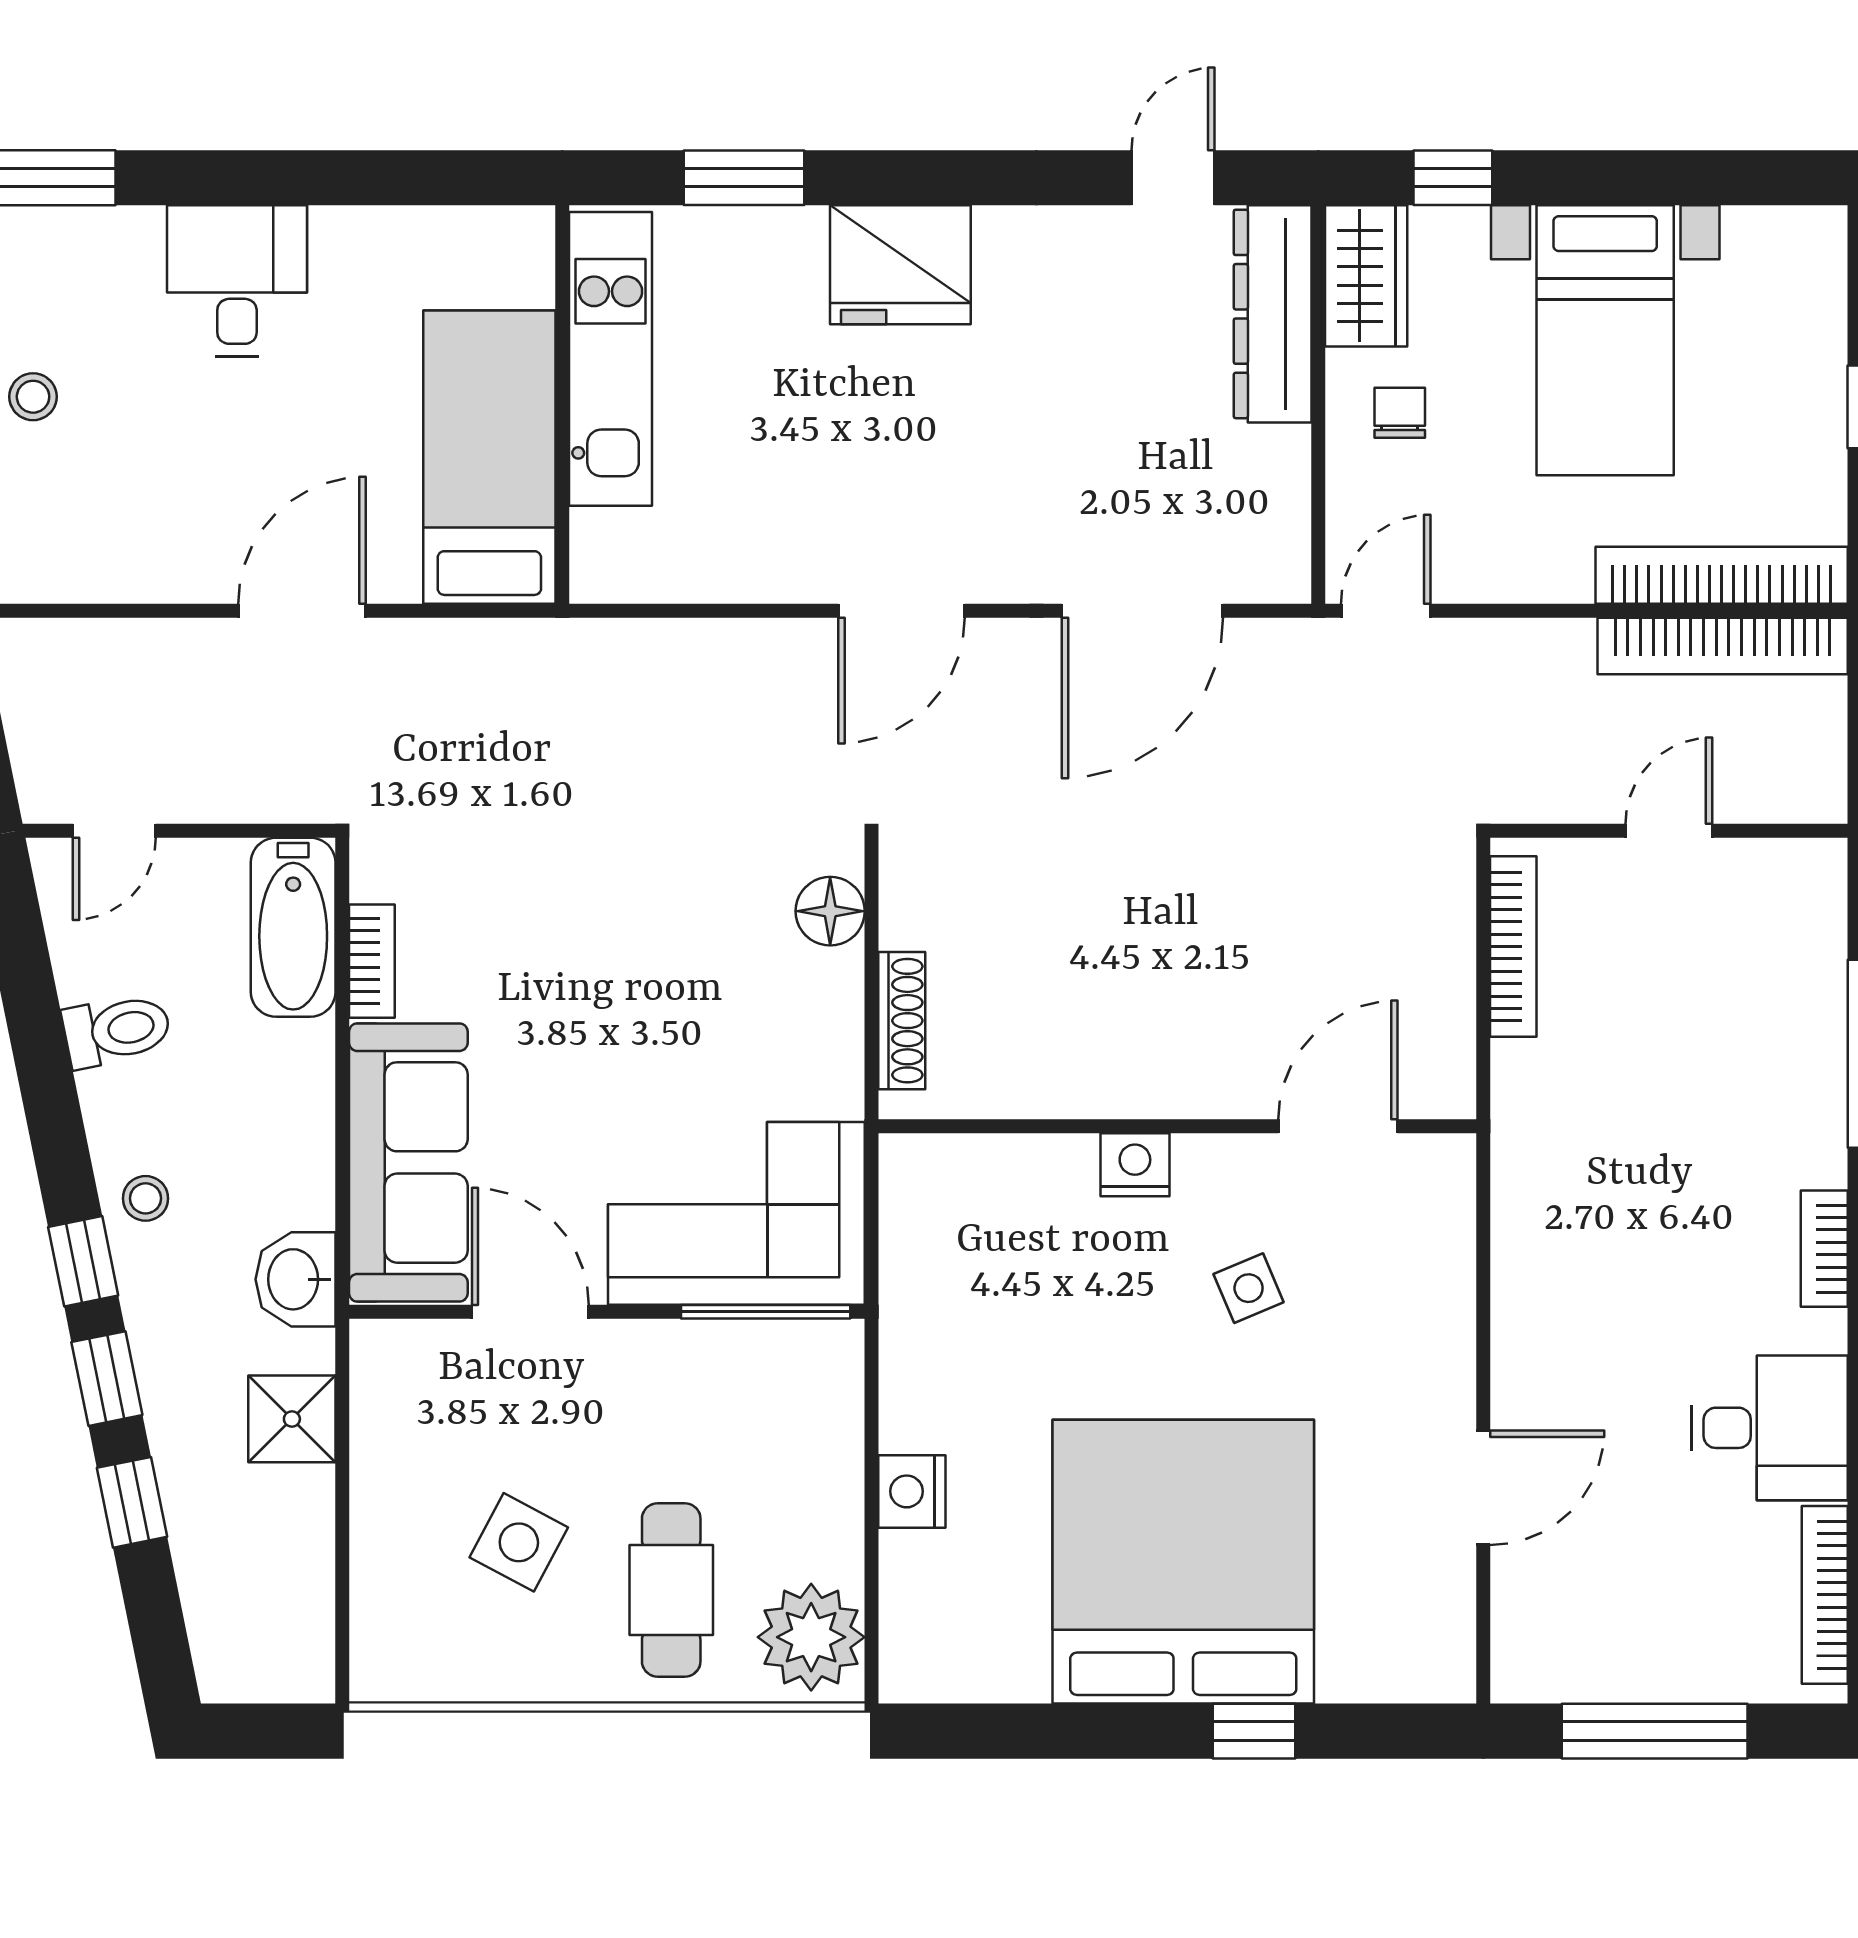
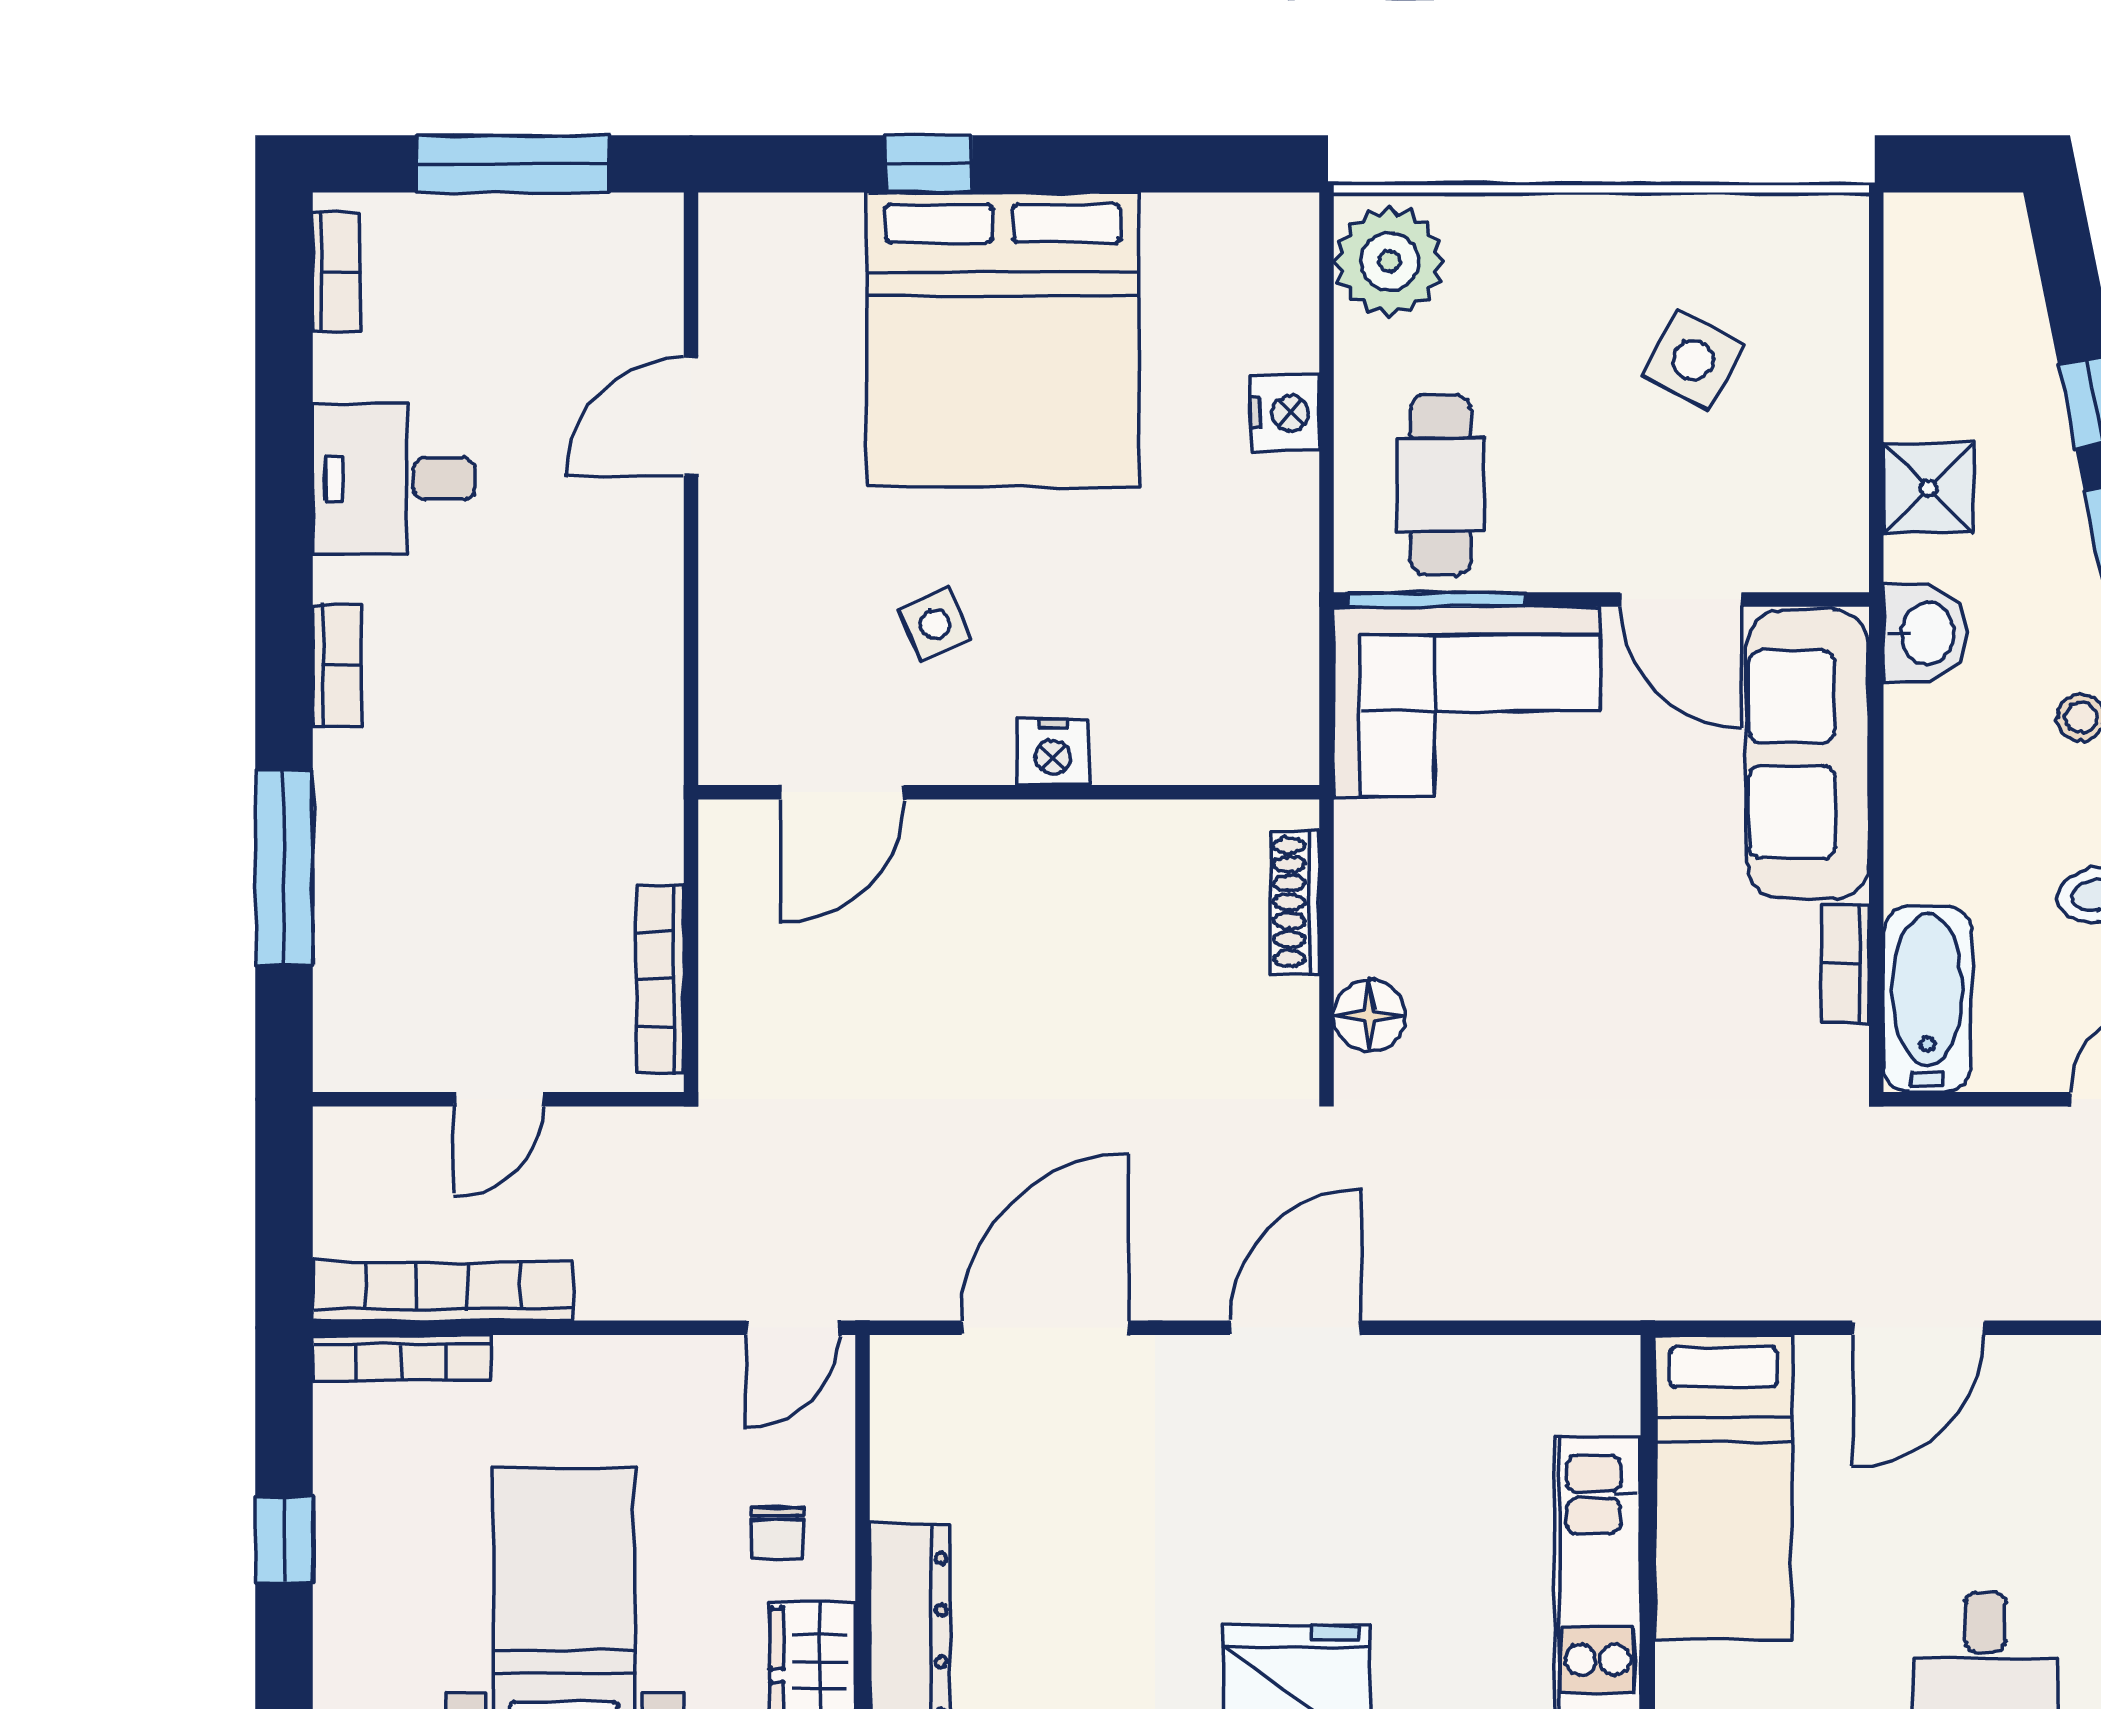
bookcase: (1722, 575) -> (401, 1358), width x0.68, depth x0.76
cafe table: (671, 1590) -> (1441, 485), moved
bookcase: (1825, 1595) -> (336, 272), width x0.64

